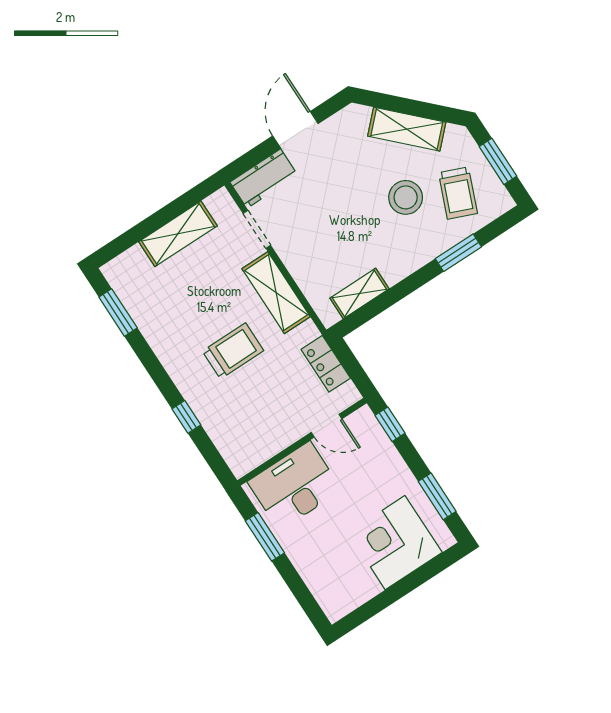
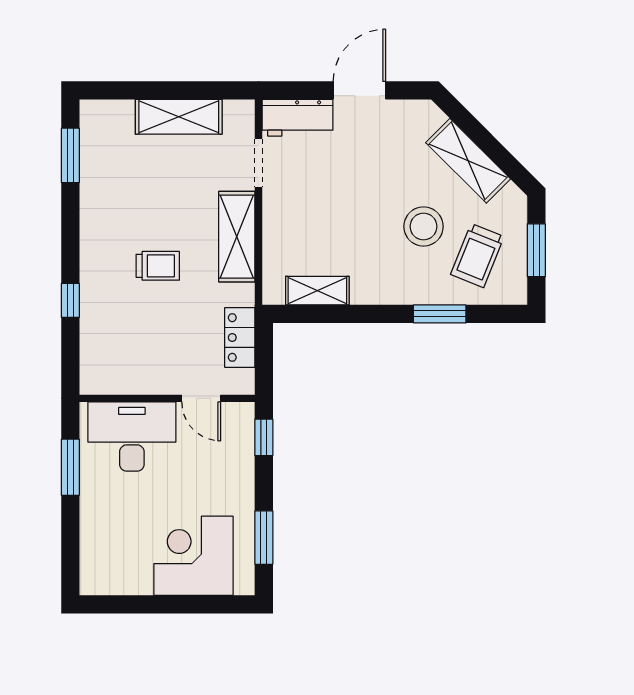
trolley: (233, 351) -> (158, 266), width x0.73, depth x0.72

